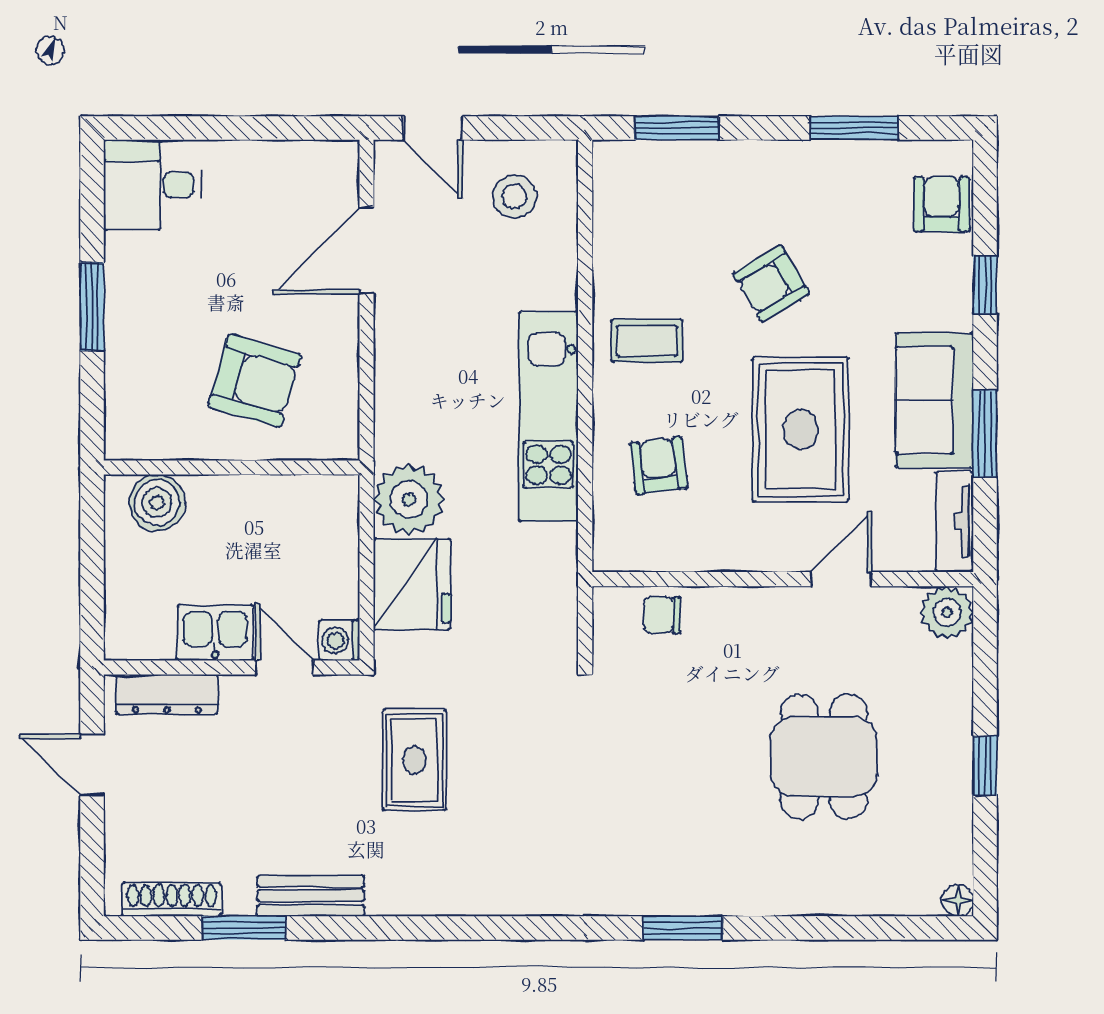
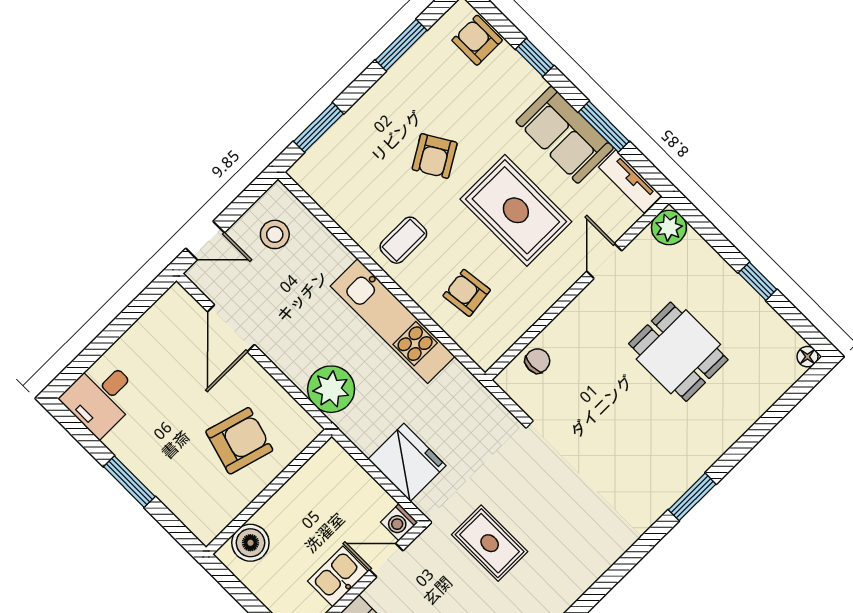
plant: (409, 499) -> (331, 389), moved
chair: (662, 615) -> (537, 361), turned 180

